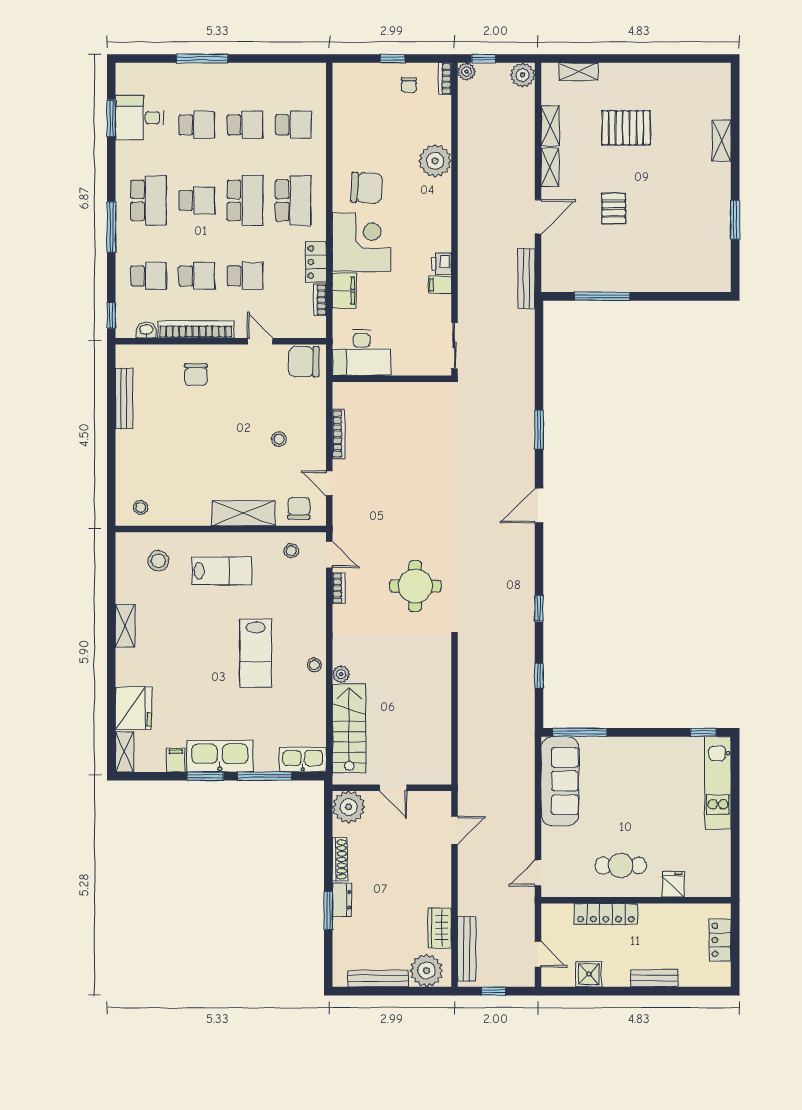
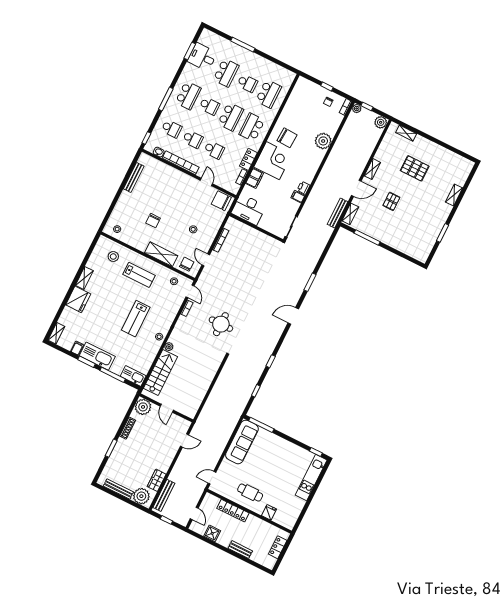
school desk: (197, 125) -> (226, 73), width x1.85
school desk: (293, 125) -> (269, 94), width x1.85
shelving: (550, 126) -> (350, 214), moved
school desk: (293, 200) -> (252, 127), turned 180
chair: (196, 374) -> (153, 221), moved
fridge: (134, 708) -> (78, 299), moved
dresser: (342, 900) -> (120, 446), removed

